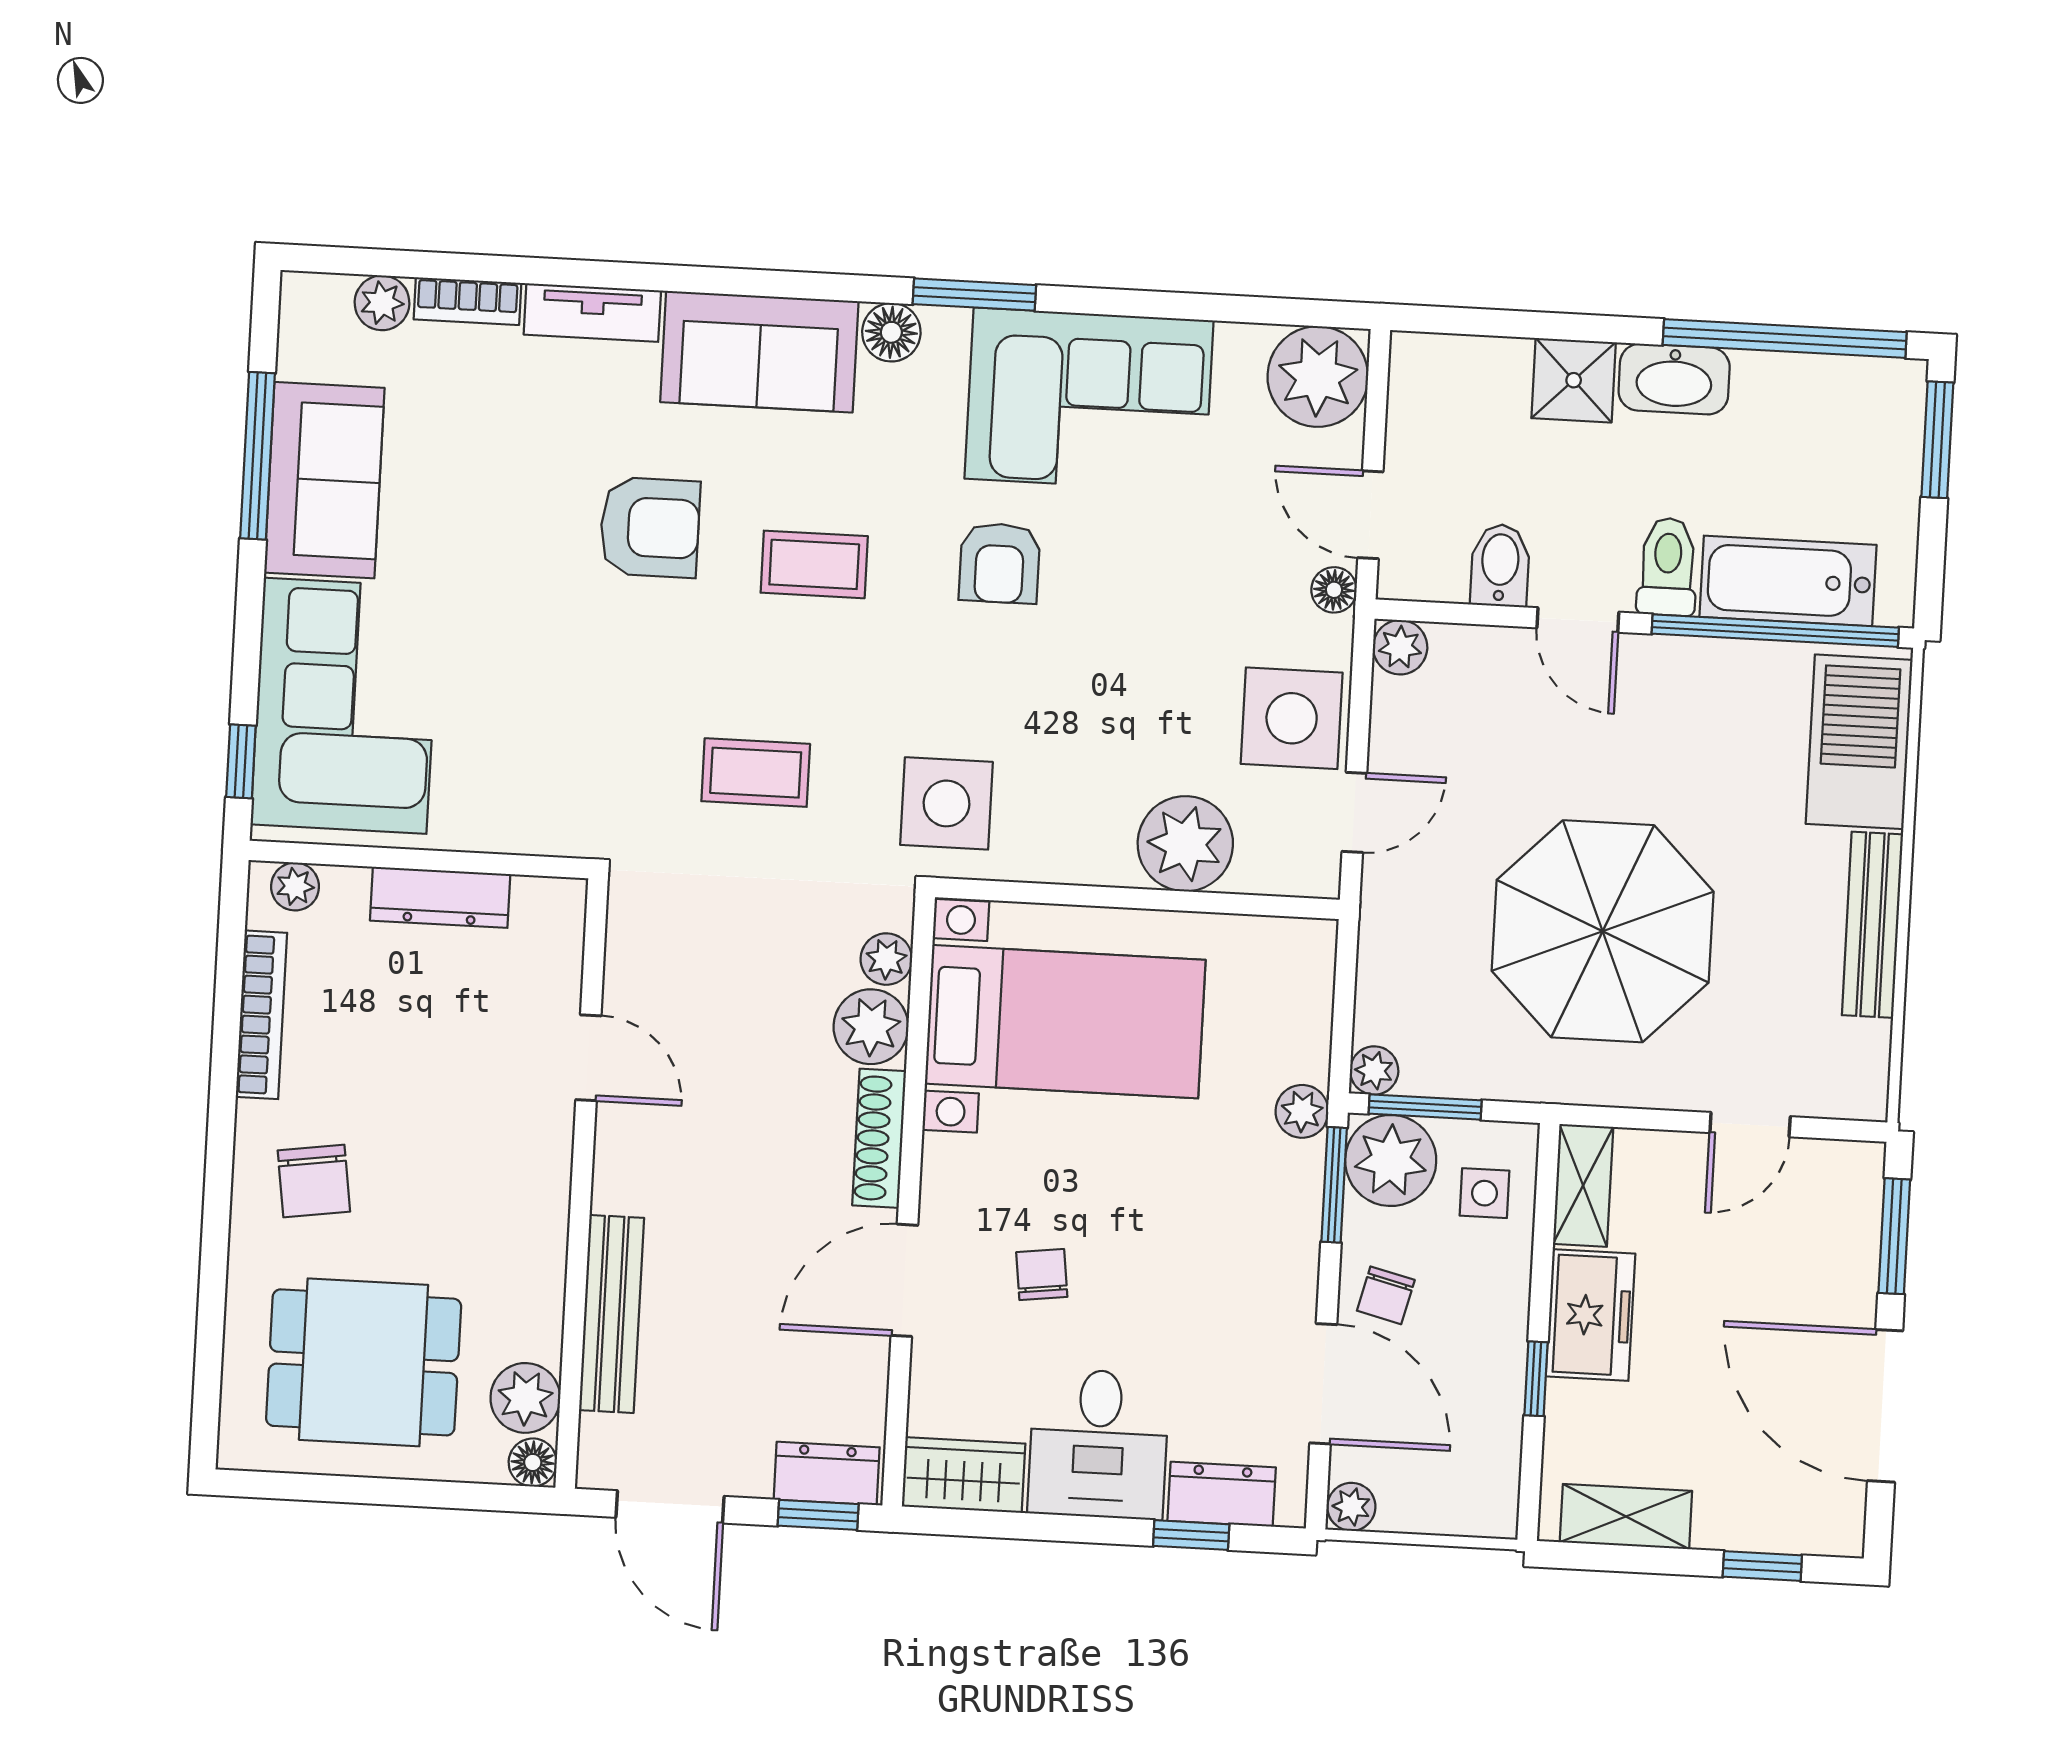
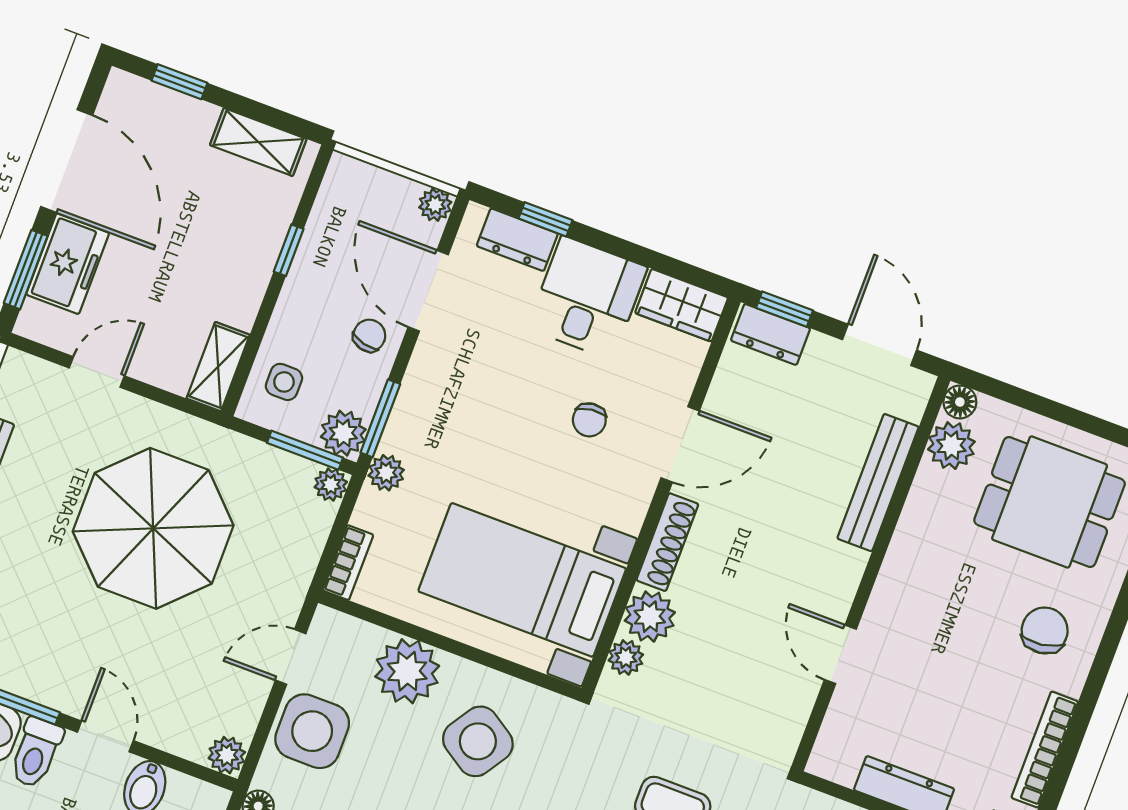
side table: (946, 803) -> (478, 741), moved, turned 33
bookcase: (1316, 969) -> (348, 563), added
plant: (1391, 1161) -> (343, 433), width x0.73, depth x0.73
freezer: (1591, 1315) -> (68, 264), moved, turned 180

